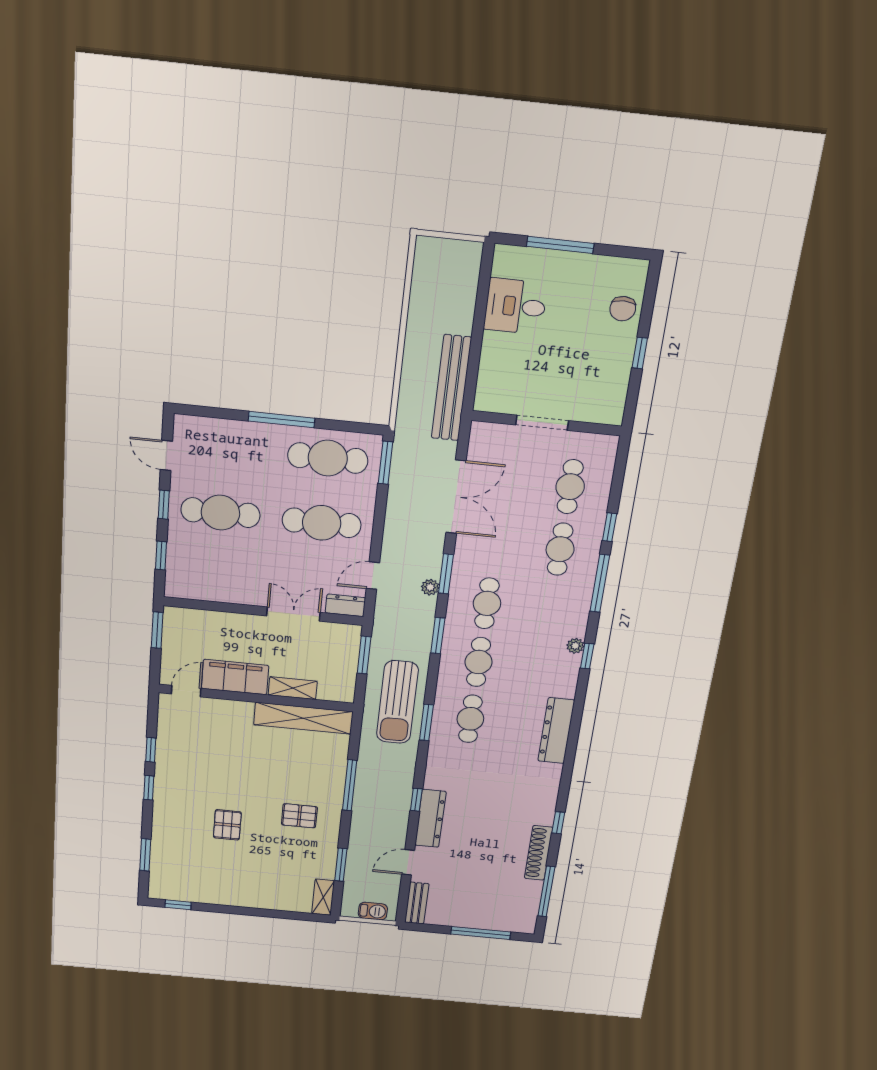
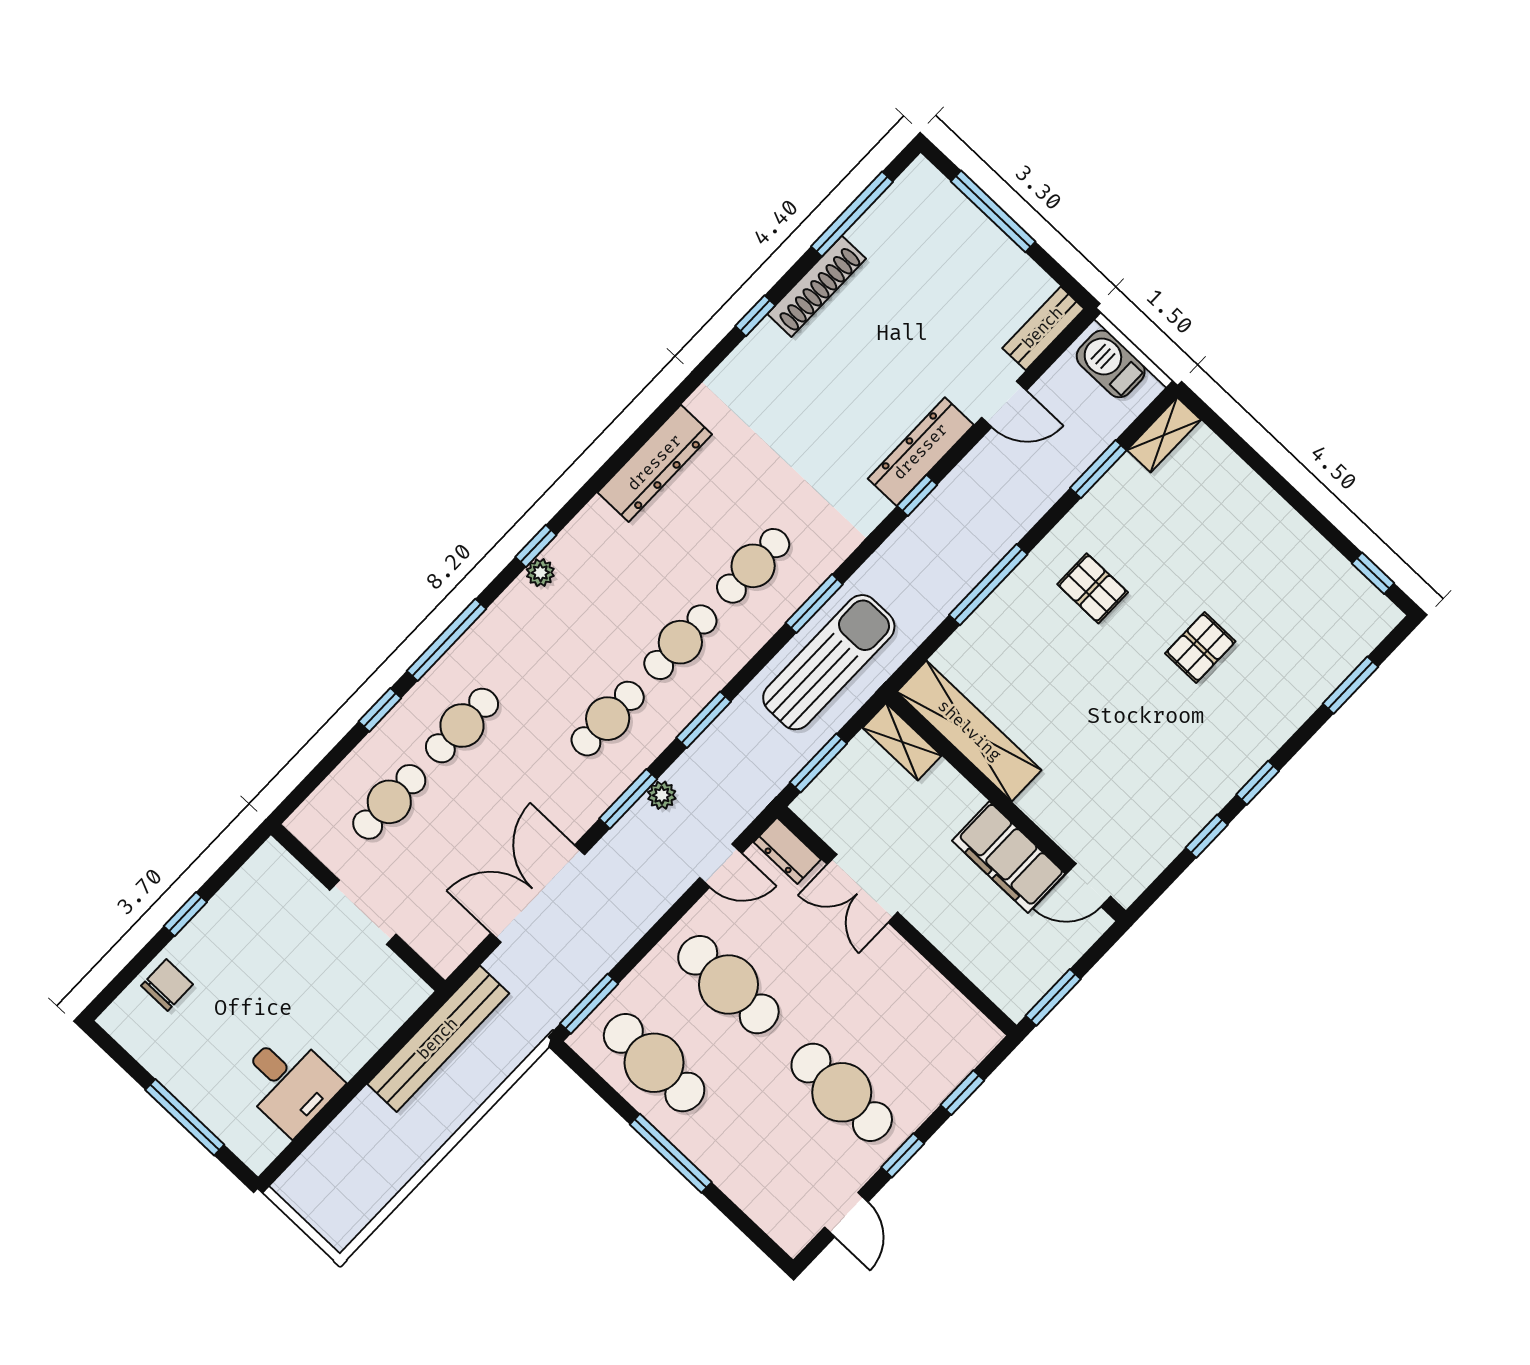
shelving: (293, 688) -> (902, 742), moved
barbecue: (373, 911) -> (1111, 364), width x1.38, depth x1.27

